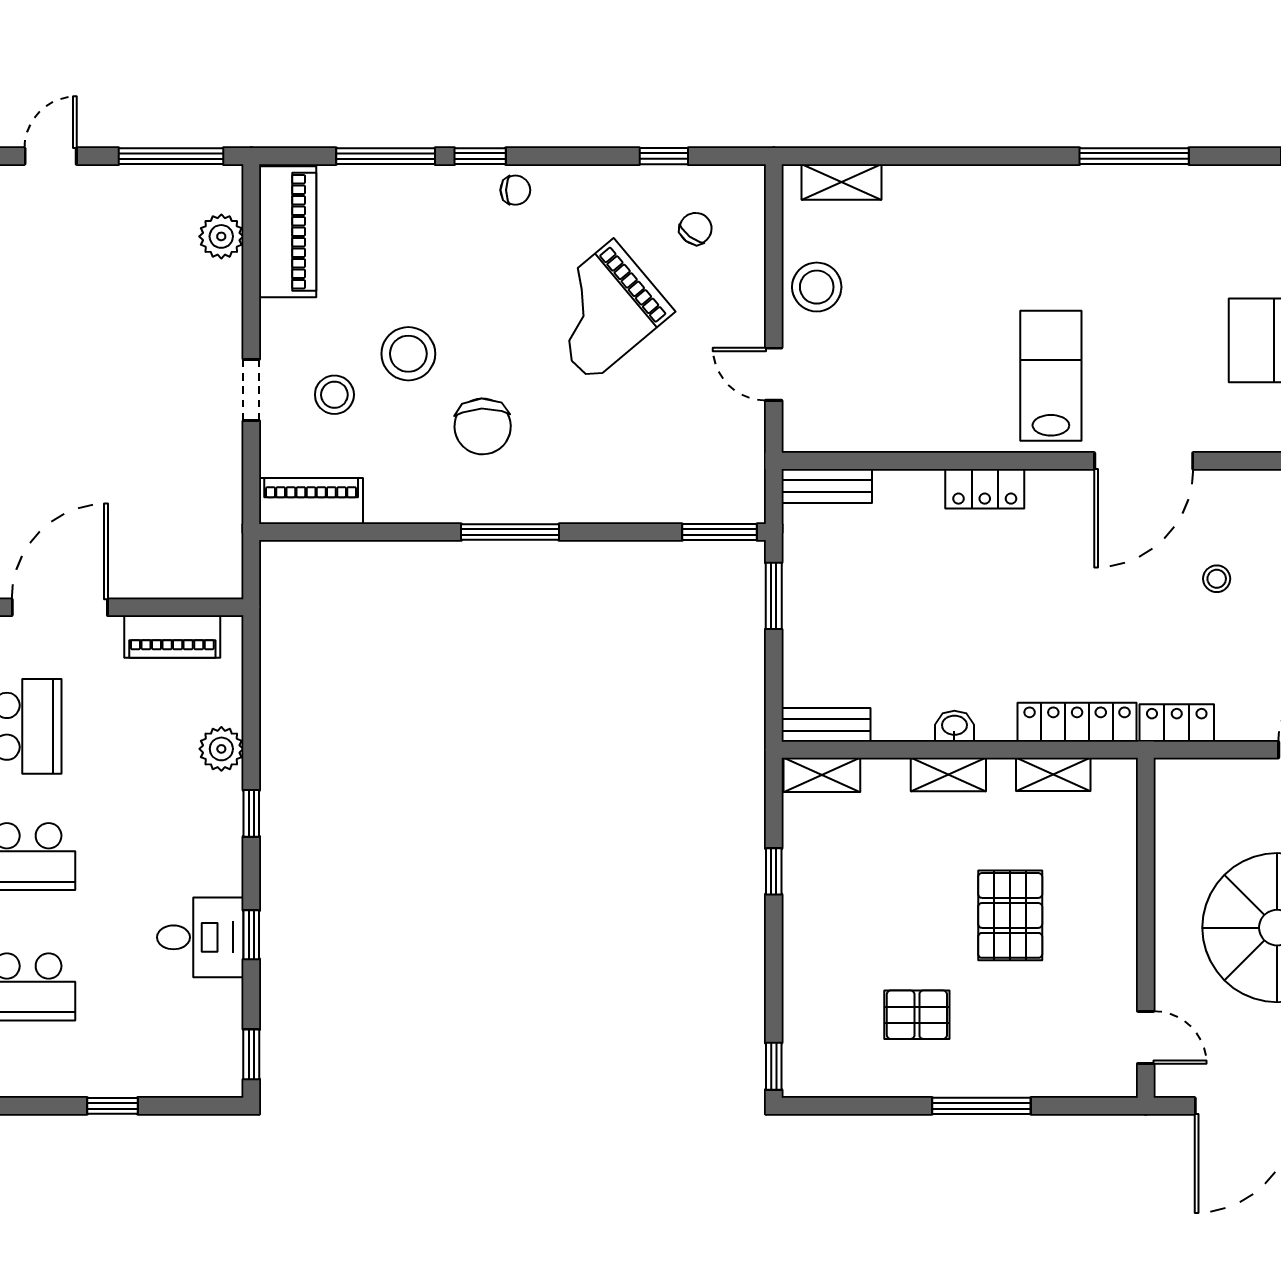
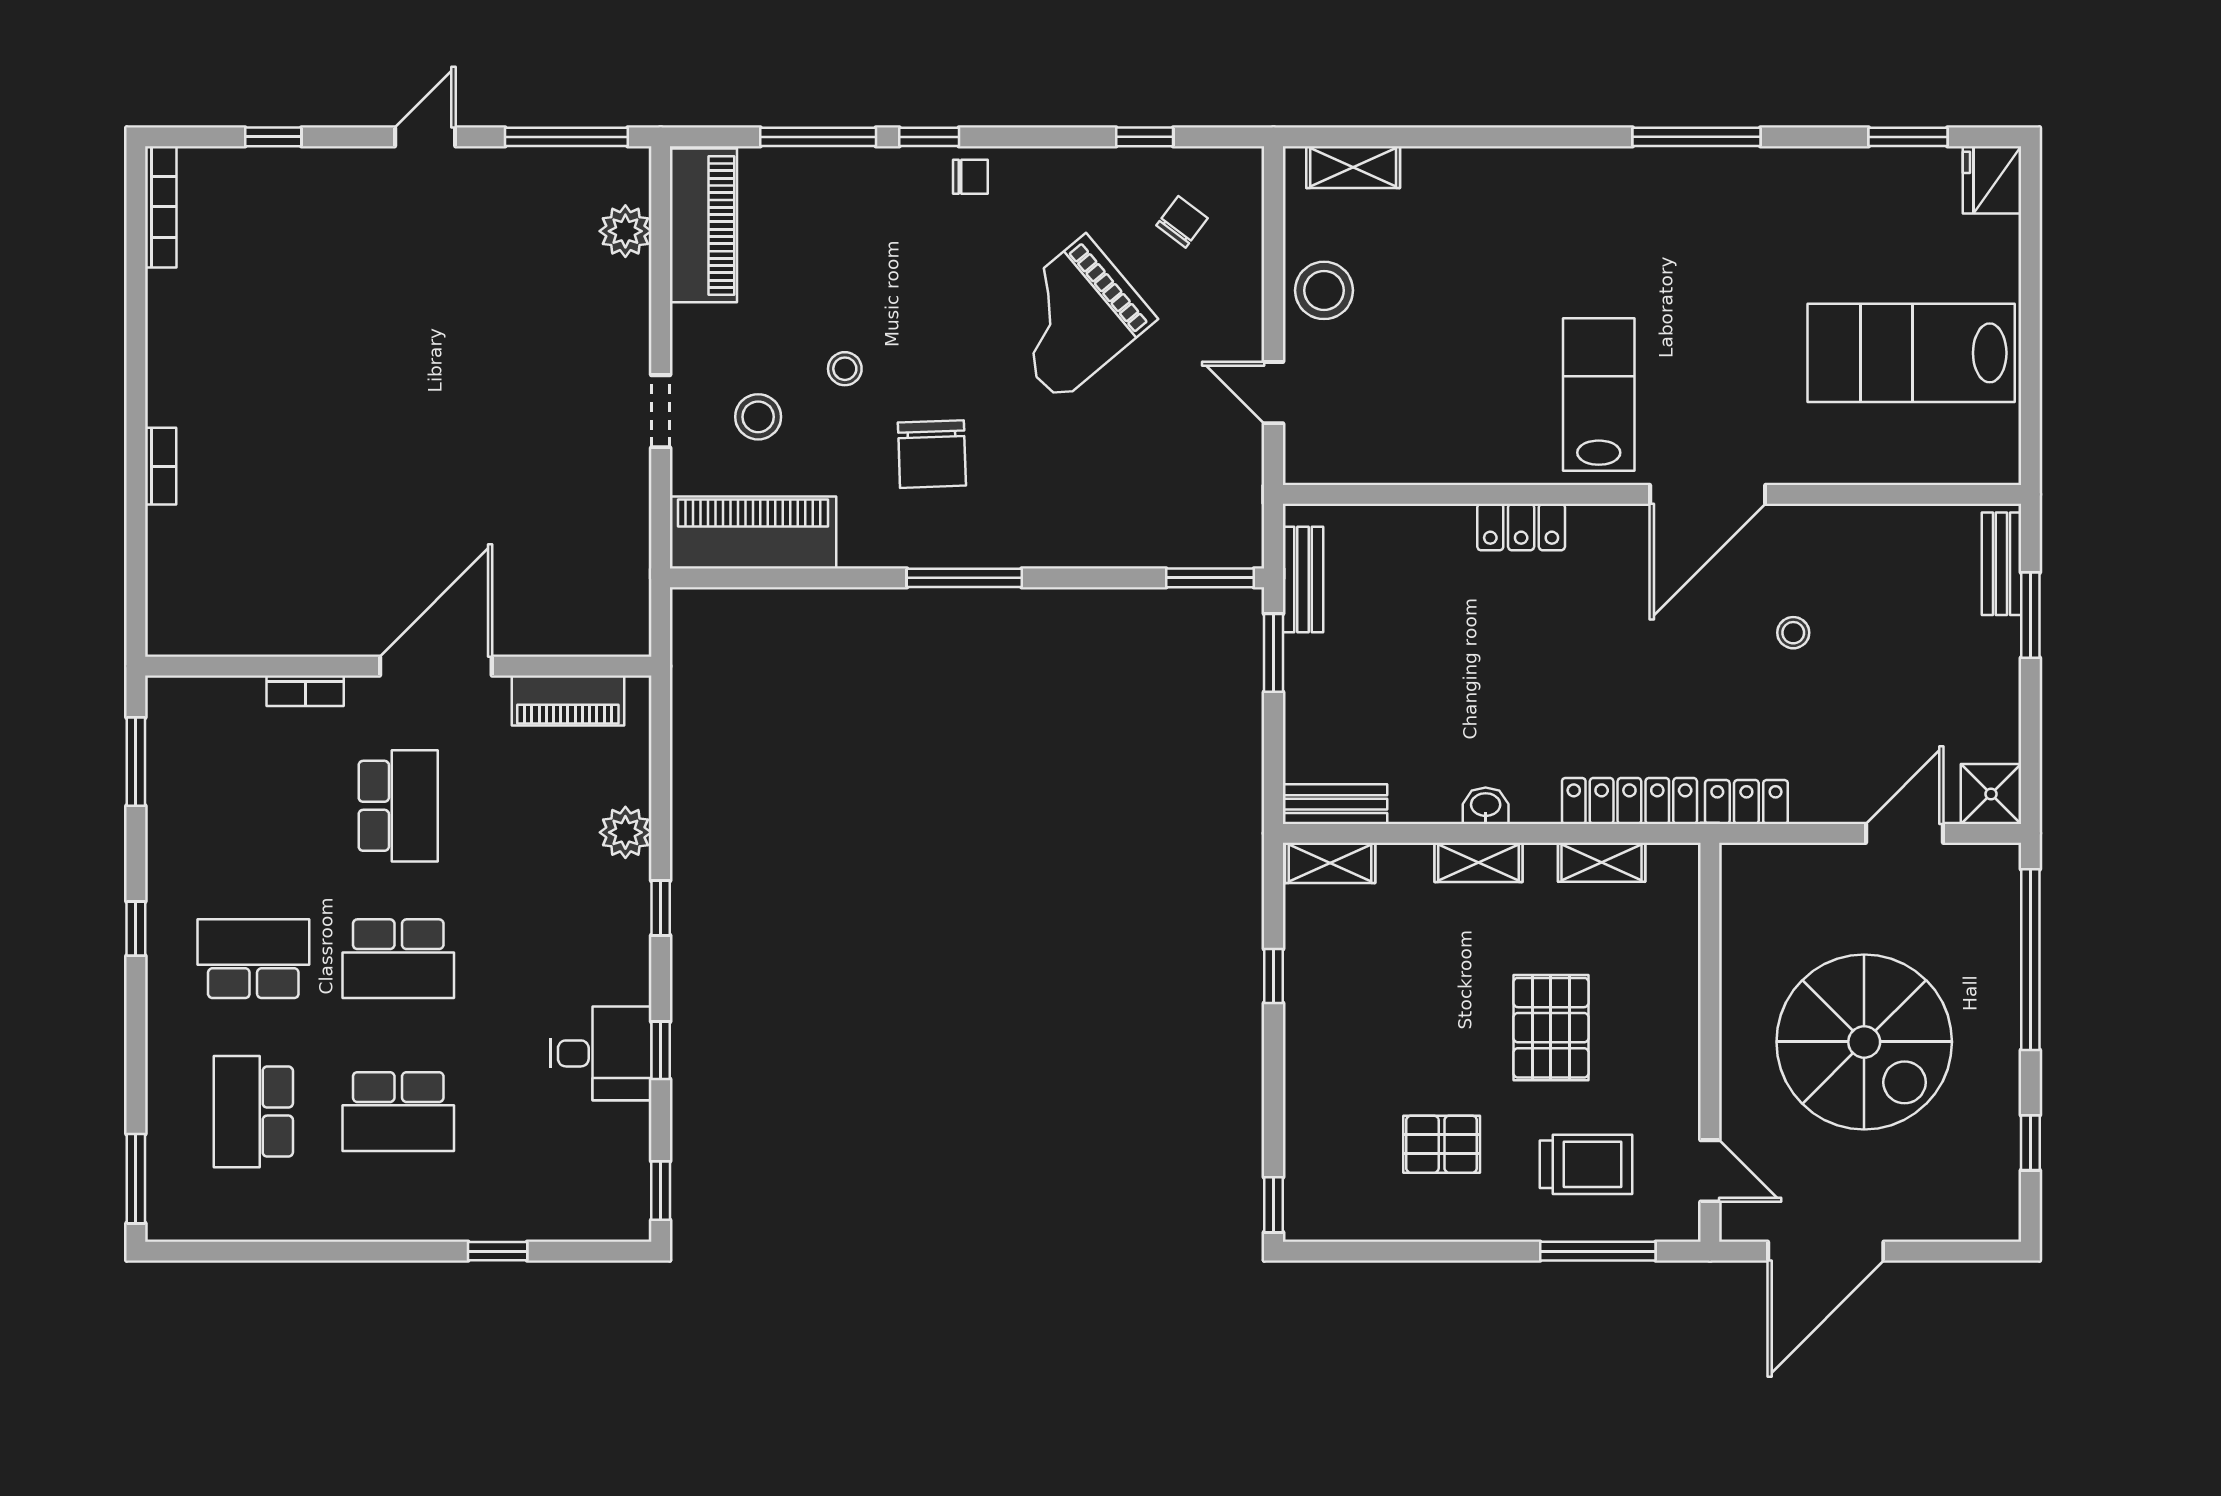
stool: (408, 354) -> (845, 369), width x0.53, depth x0.53
bench: (827, 486) -> (1303, 580), moved, turned 90
piano: (311, 501) -> (753, 533), width x1.37, depth x1.33
trolley: (1040, 1032) -> (1586, 1164), added
window: (981, 1106) -> (1598, 1251), moved

